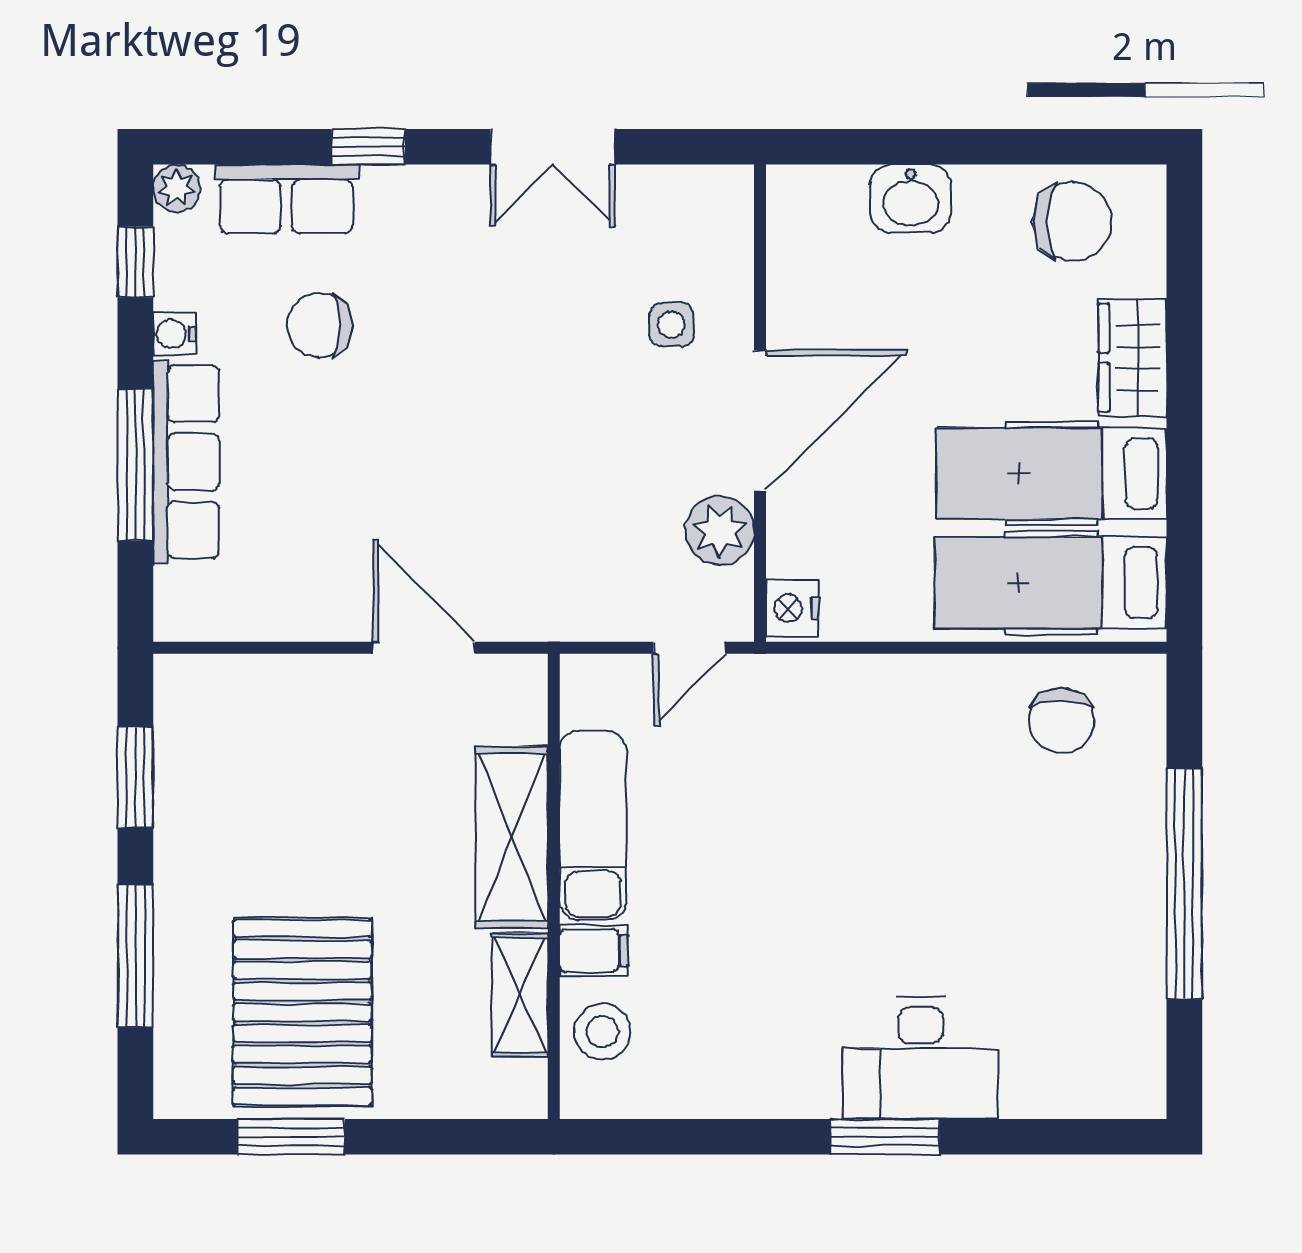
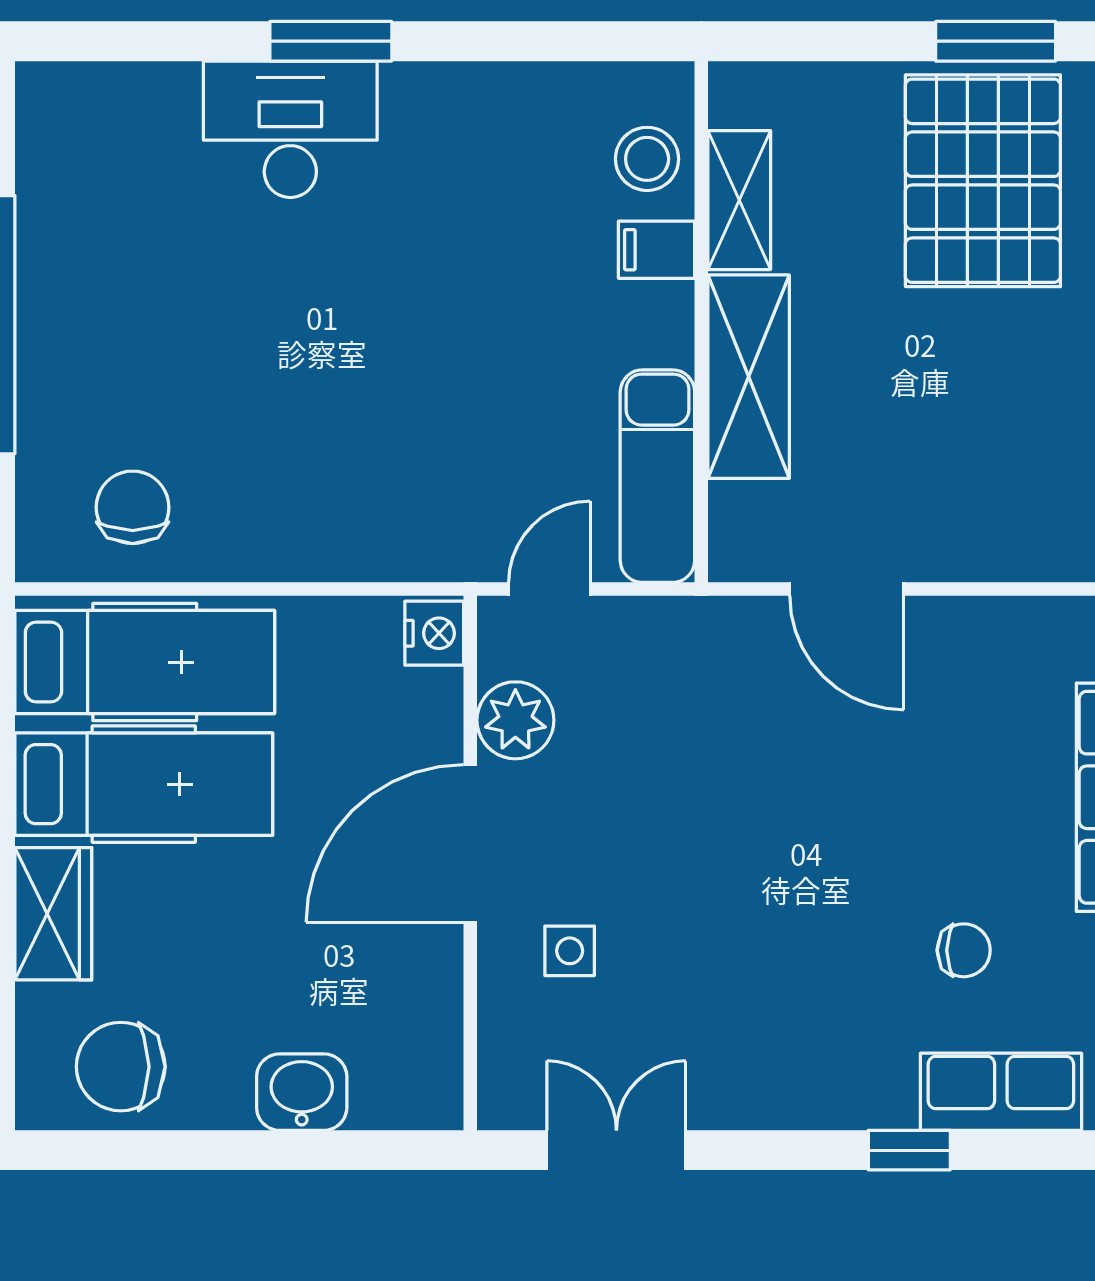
double door: (553, 147) -> (616, 1150), moved
chair: (320, 325) -> (964, 950), width x0.73, depth x0.73
exam couch: (593, 825) -> (657, 476), moved

